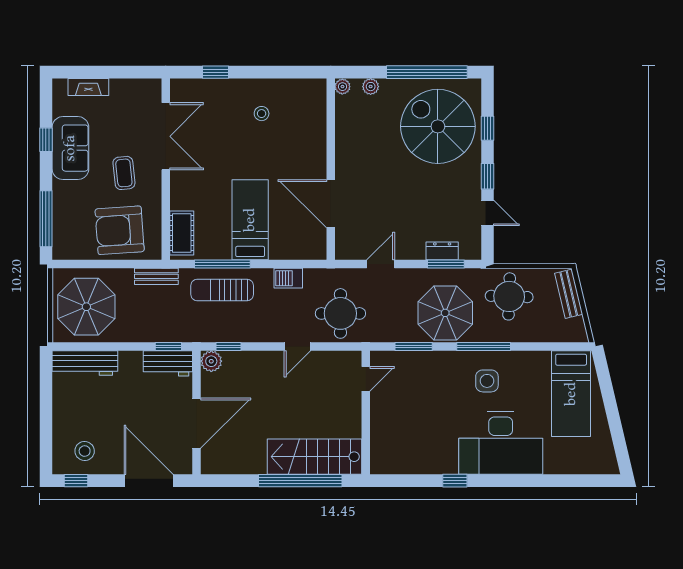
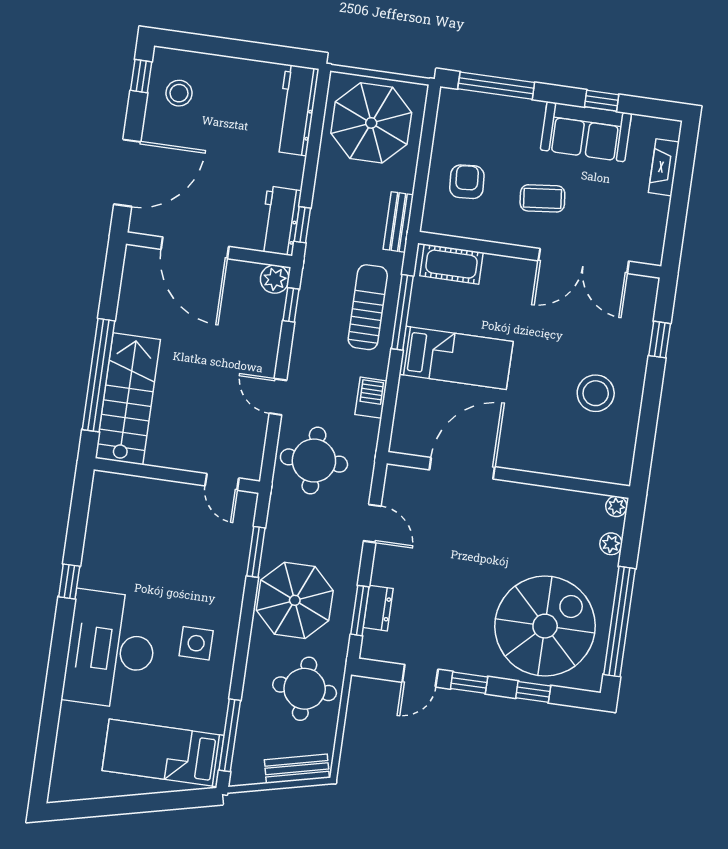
stool: (262, 114) -> (596, 393), width x1.89, depth x1.89
armchair: (120, 230) -> (467, 182), width x0.53, depth x0.53
window: (484, 347) -> (230, 735), moved

